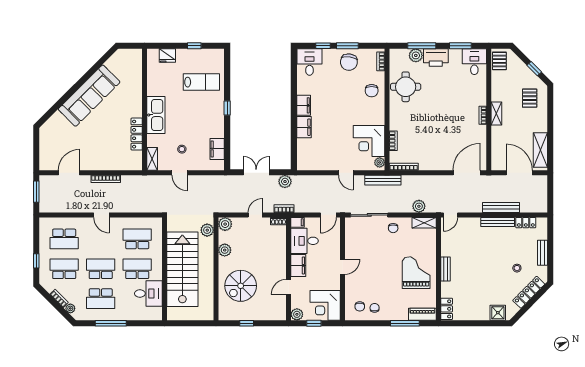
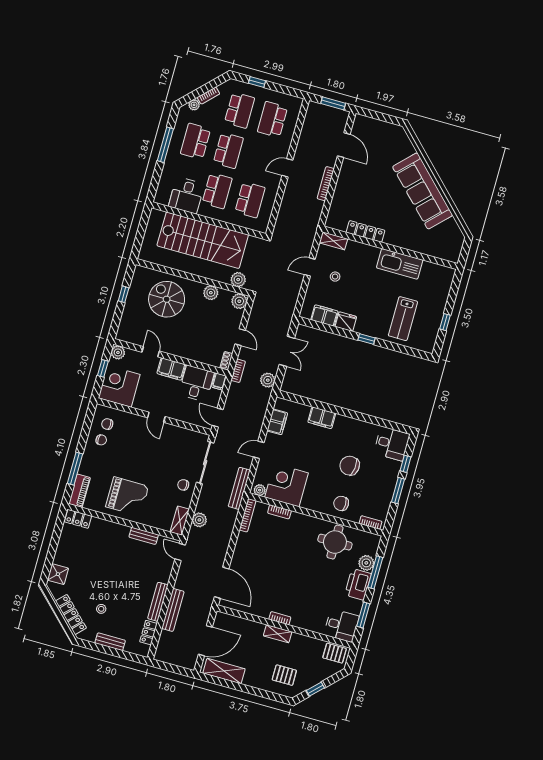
fridge: (167, 56) -> (346, 322), moved, turned 90
chair: (349, 62) -> (350, 466), moved
filing cabinet: (304, 105) -> (277, 422), moved, turned -90
kitchen sink: (156, 115) -> (400, 264), moved
bench: (445, 269) -> (144, 536), moved

